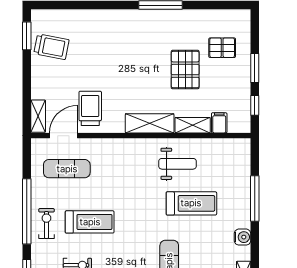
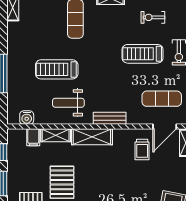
trolley: (90, 108) -> (142, 149), width x0.73, depth x0.72
bench: (129, 145) -> (110, 118), added
water cooler: (243, 237) -> (27, 118), moved, turned -90

